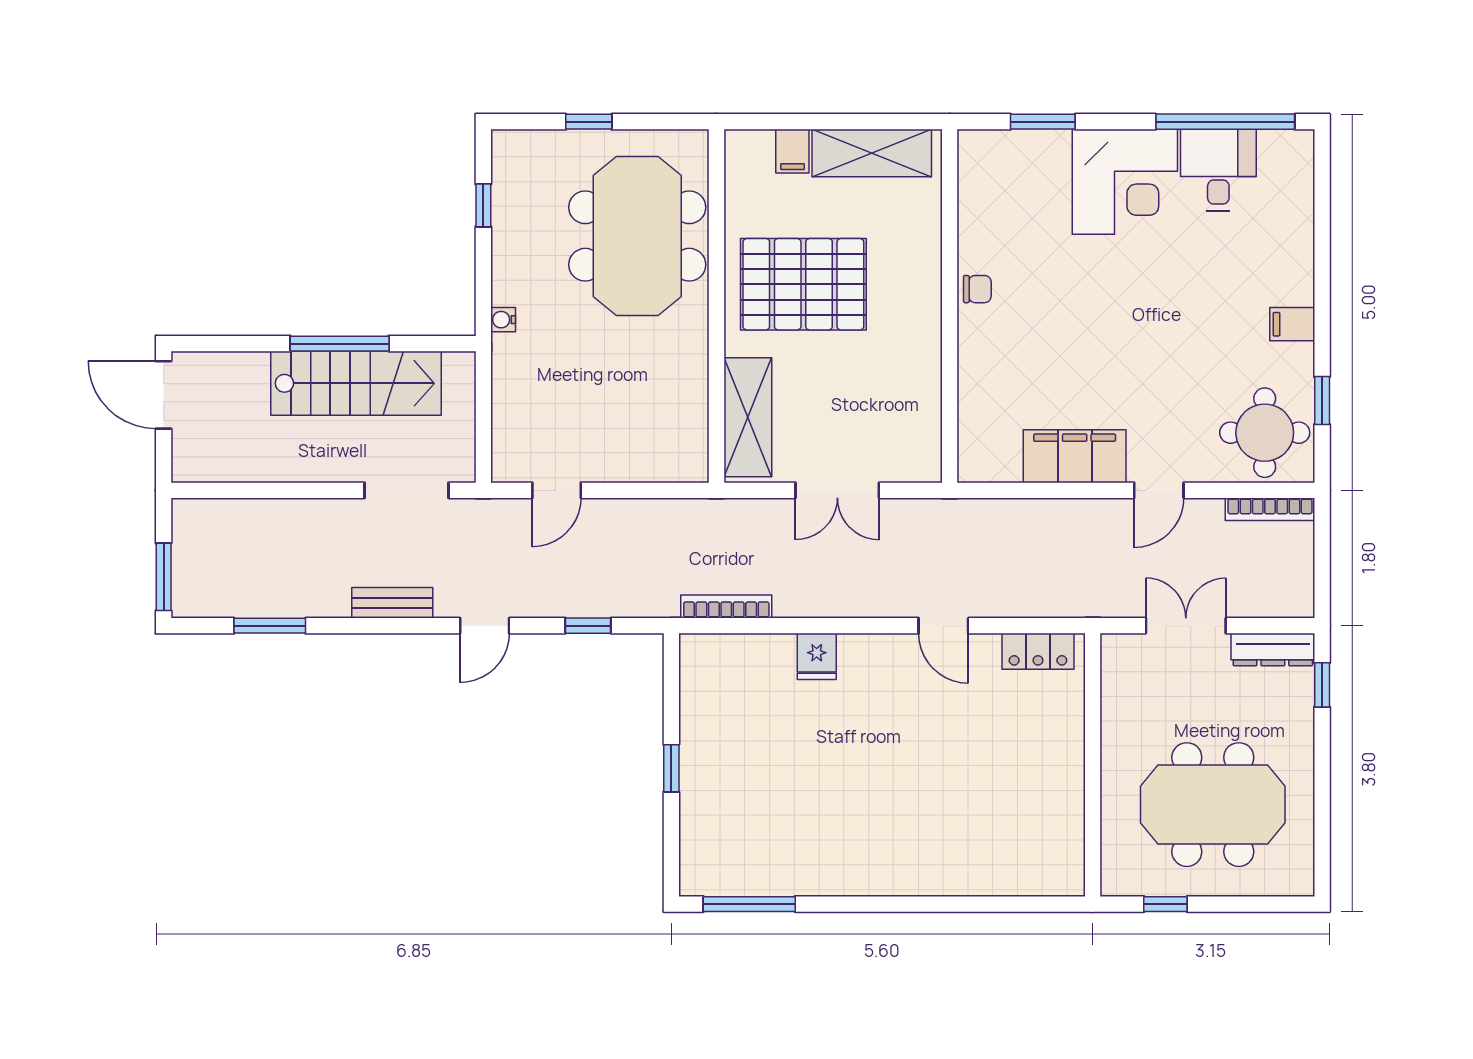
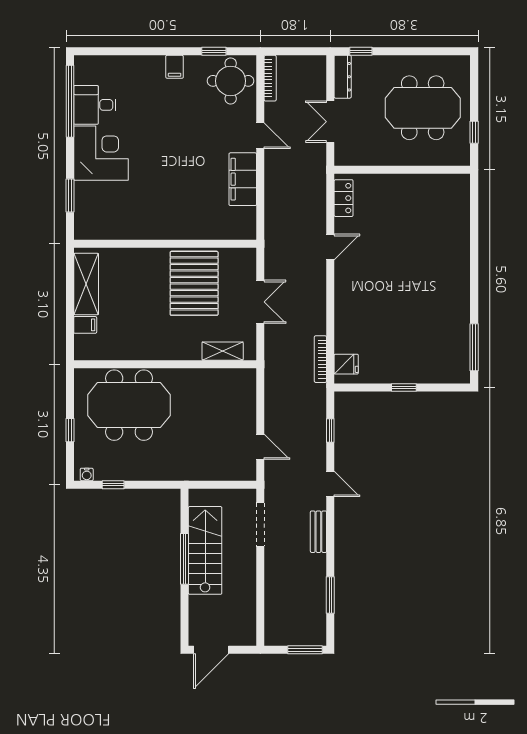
pallet: (803, 284) -> (194, 283), moved
chair: (977, 289) -> (156, 229), removed
water cooler: (503, 320) -> (87, 474), moved
shelving: (748, 417) -> (223, 351), width x0.67, depth x0.75
fridge: (817, 656) -> (346, 364), moved
meeting table: (1213, 805) -> (423, 108), turned 90

